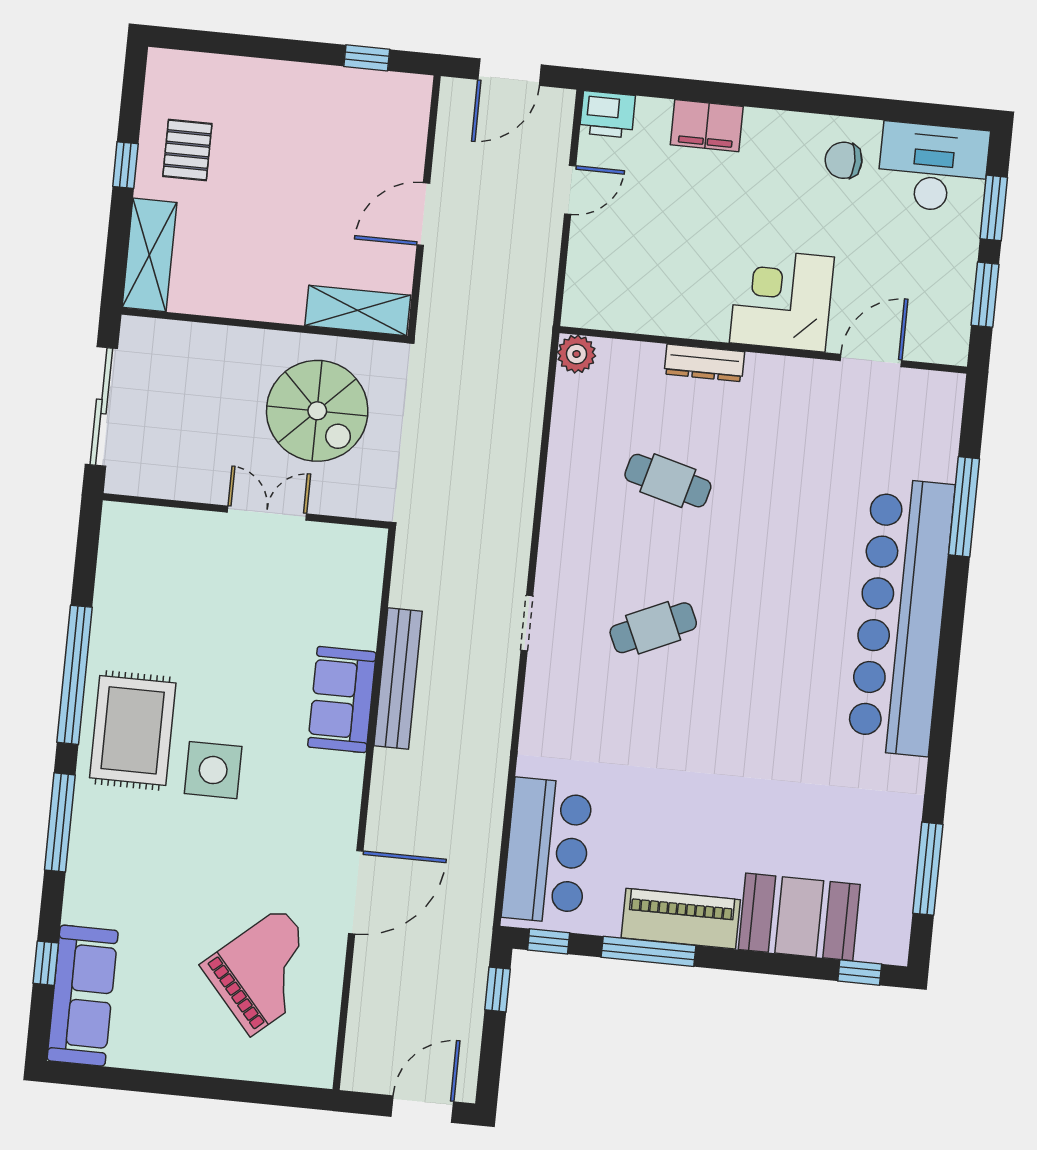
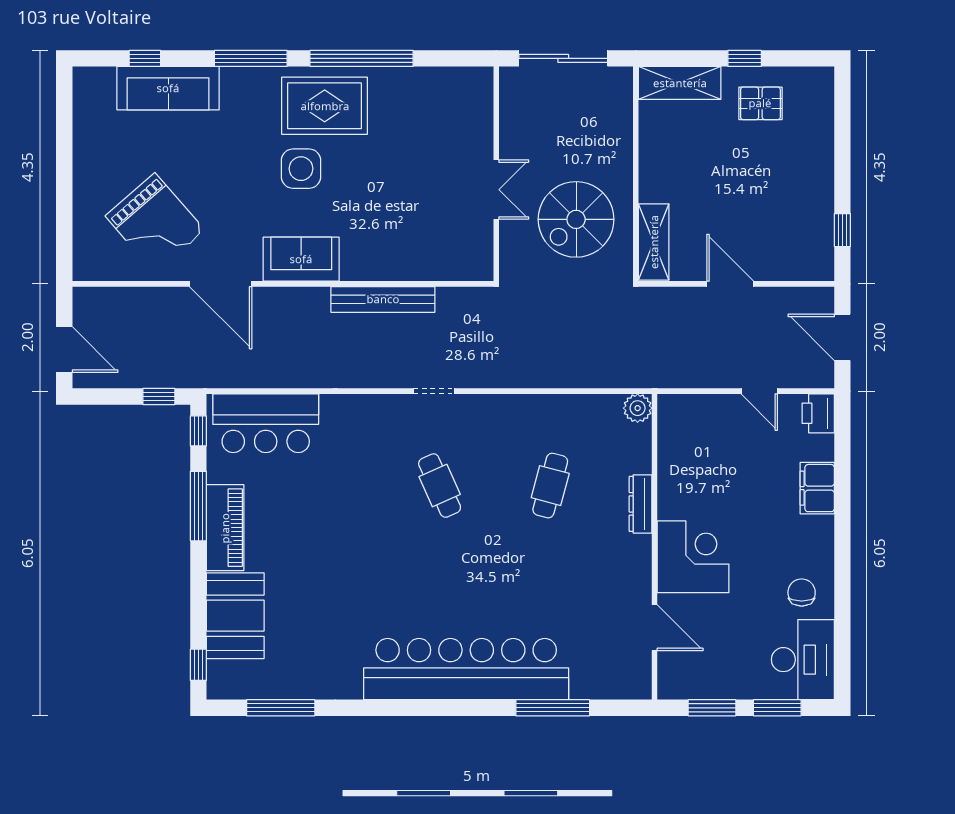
sofa: (342, 700) -> (301, 259), moved
sofa: (83, 996) -> (168, 88), moved

